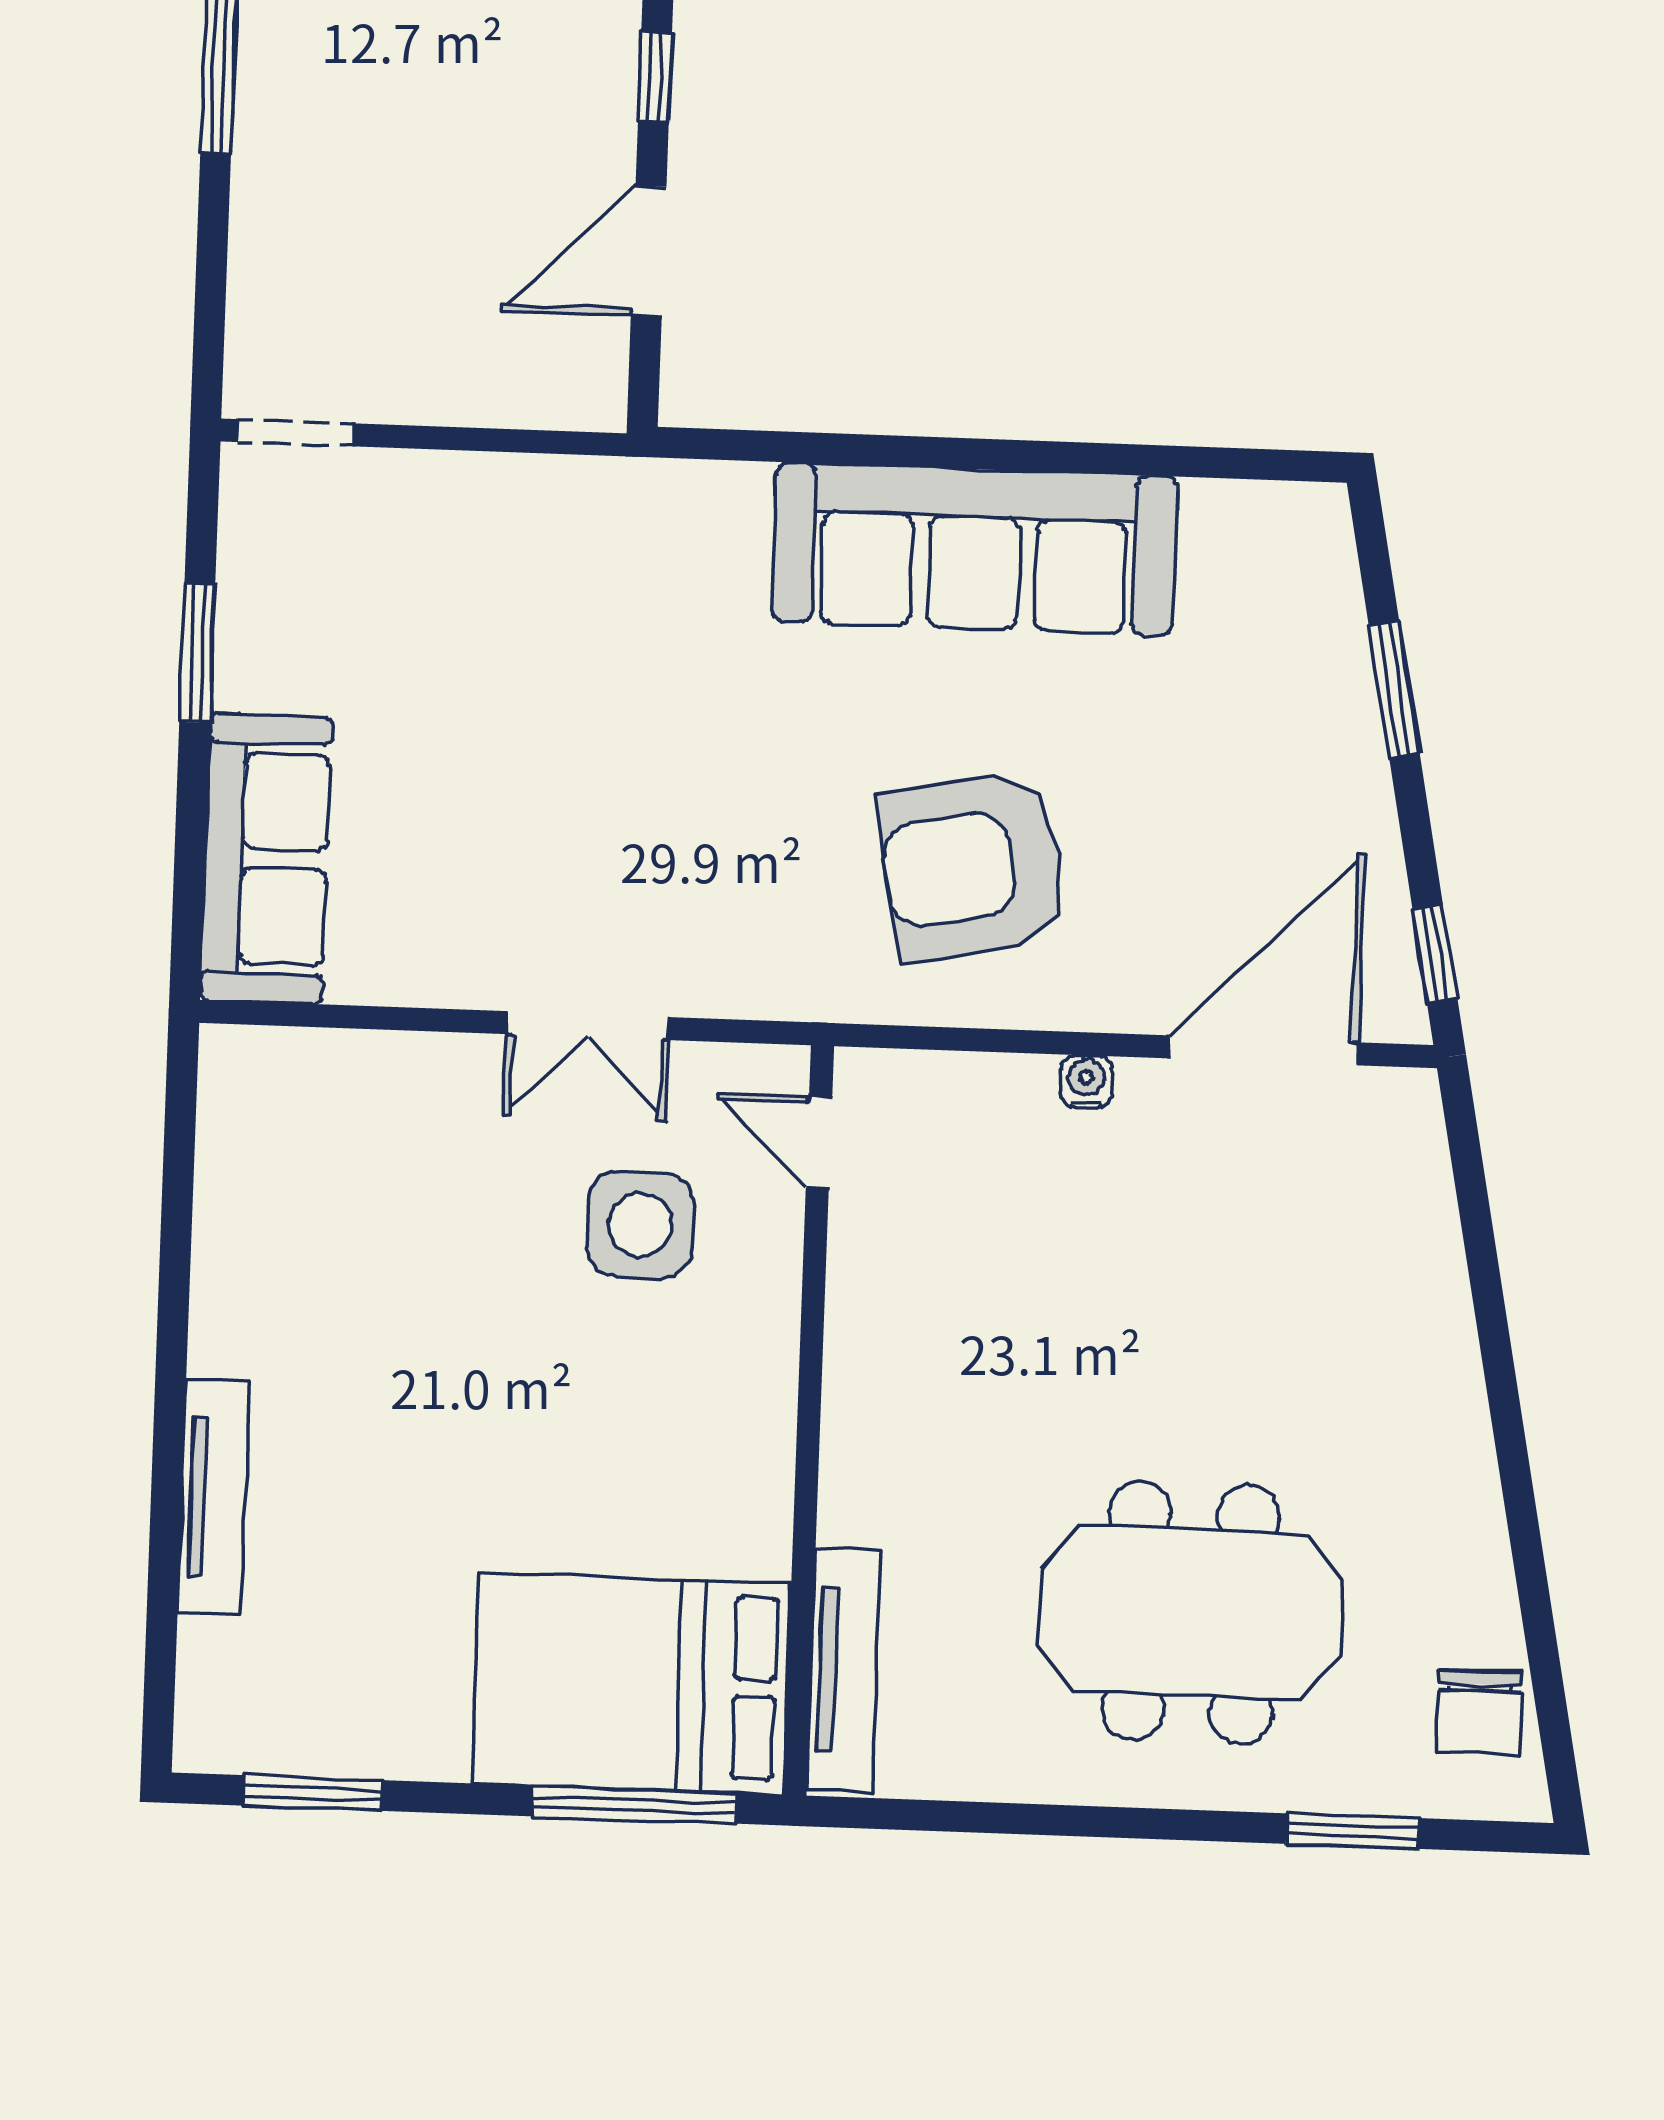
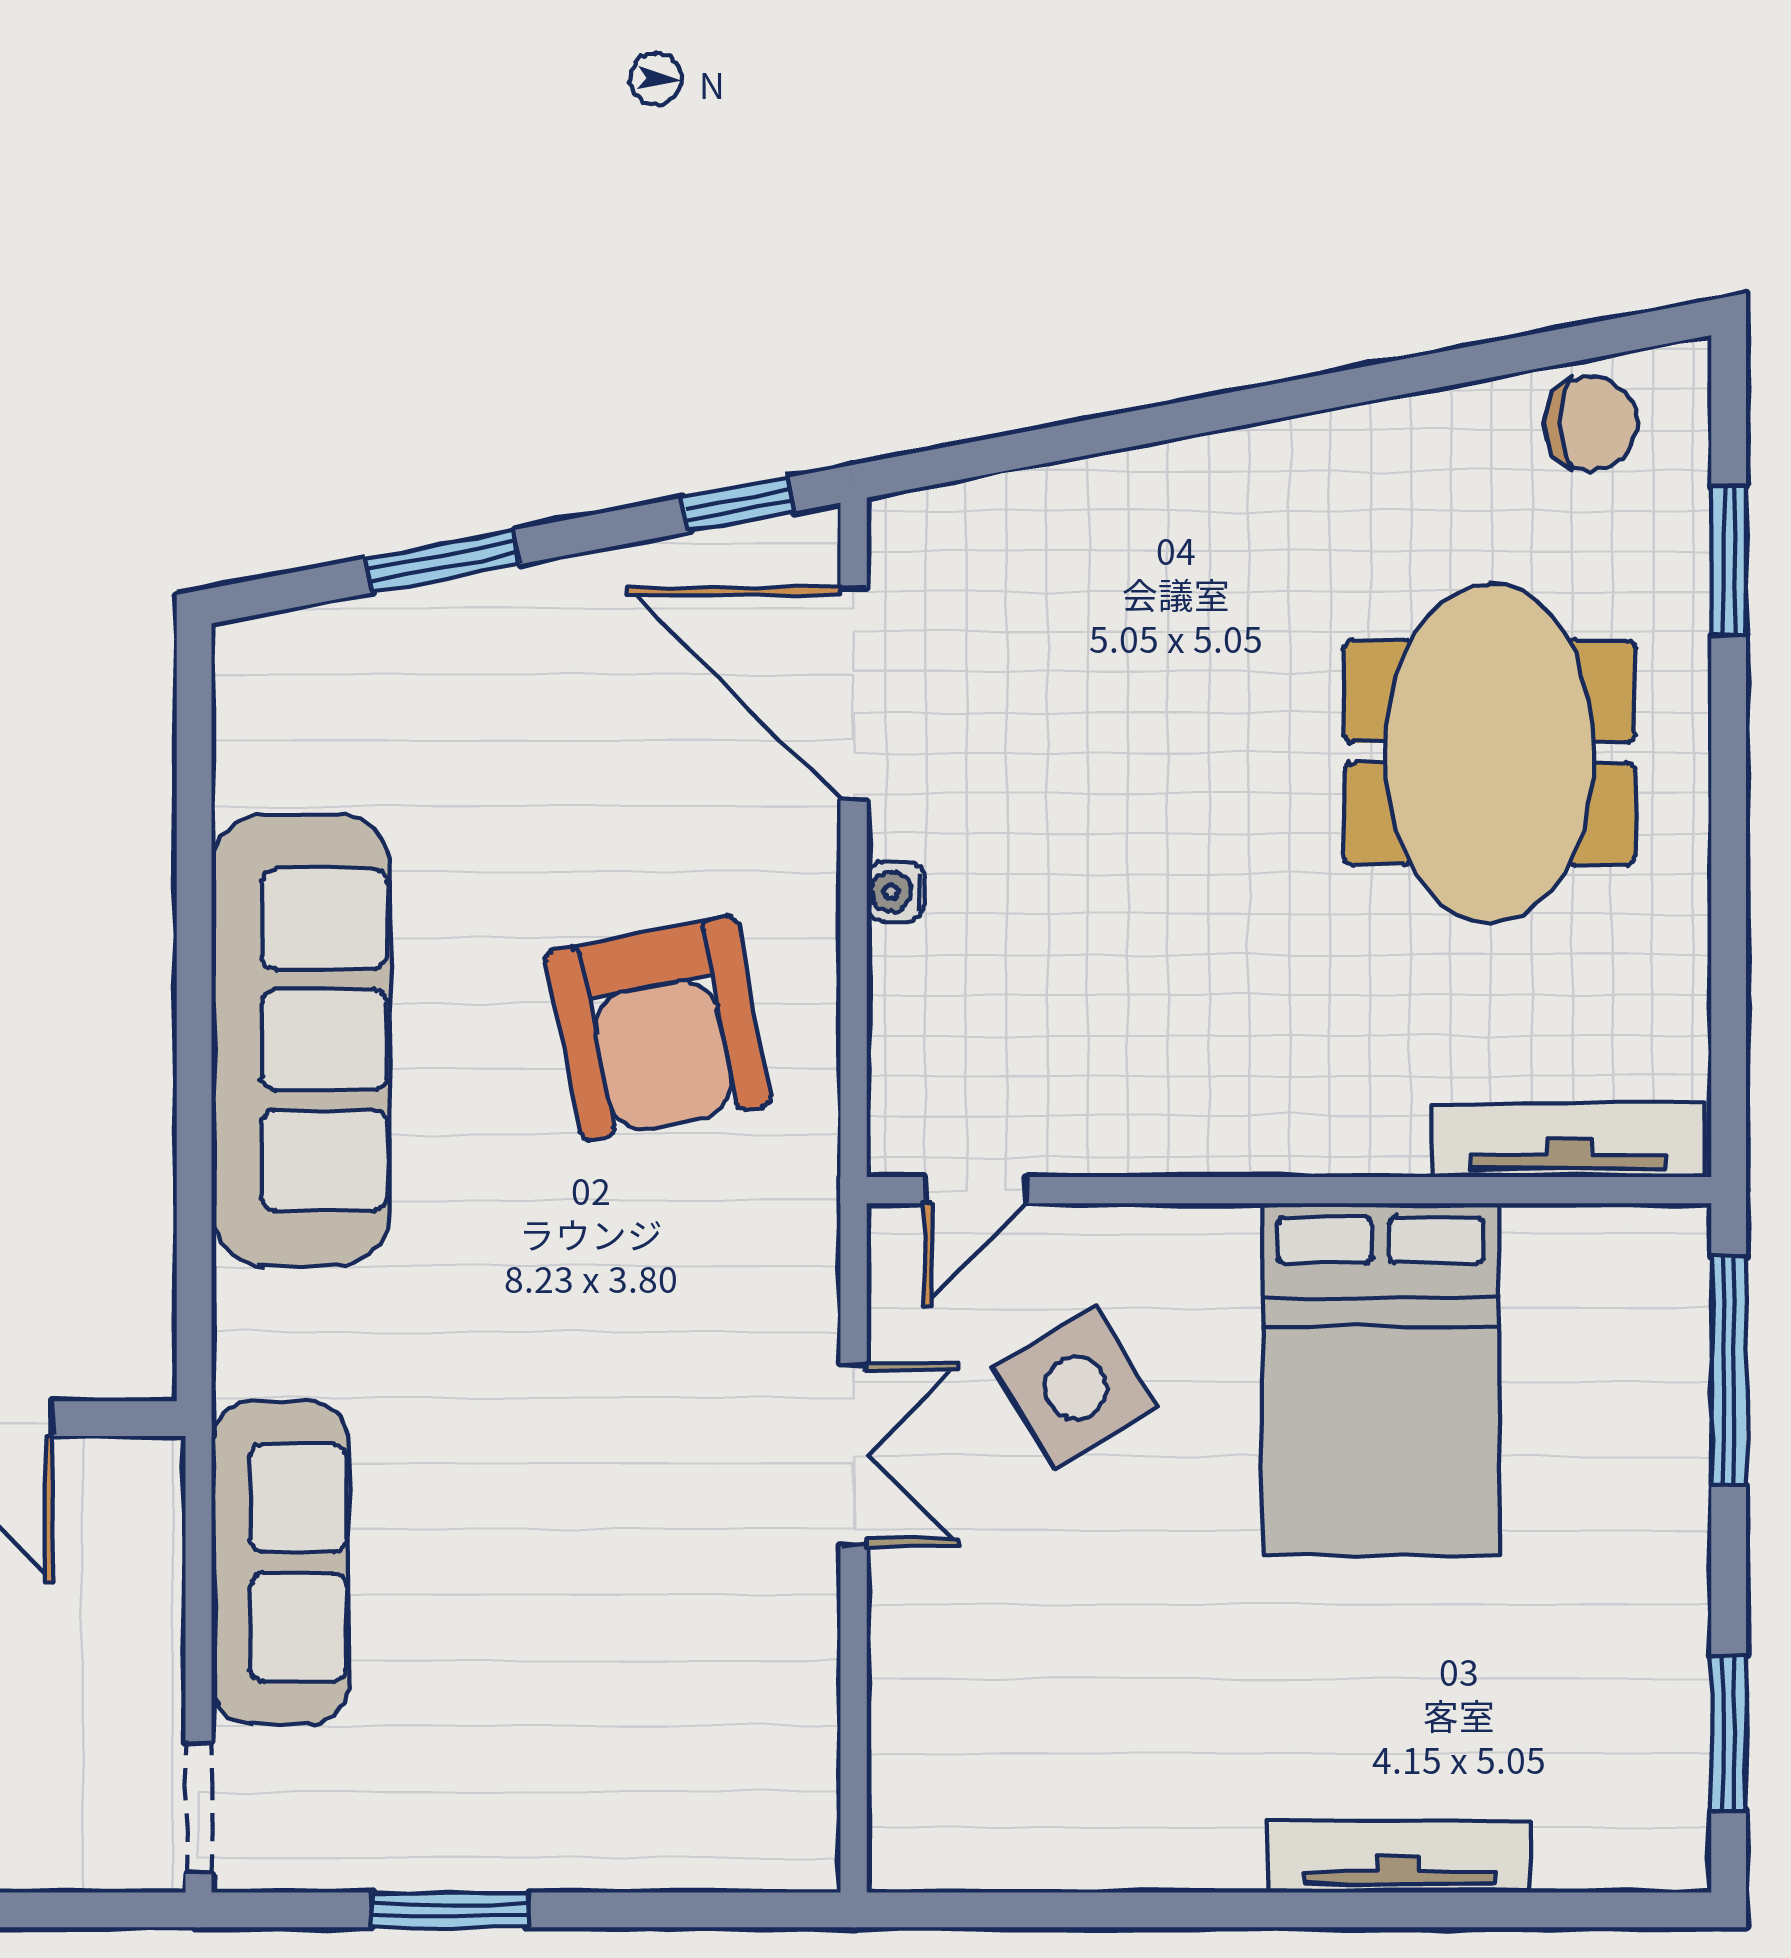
sofa: (266, 859) -> (280, 1563), moved, turned 90
side table: (640, 1225) -> (1075, 1388), turned -31
bed: (631, 1684) -> (1381, 1379), moved

